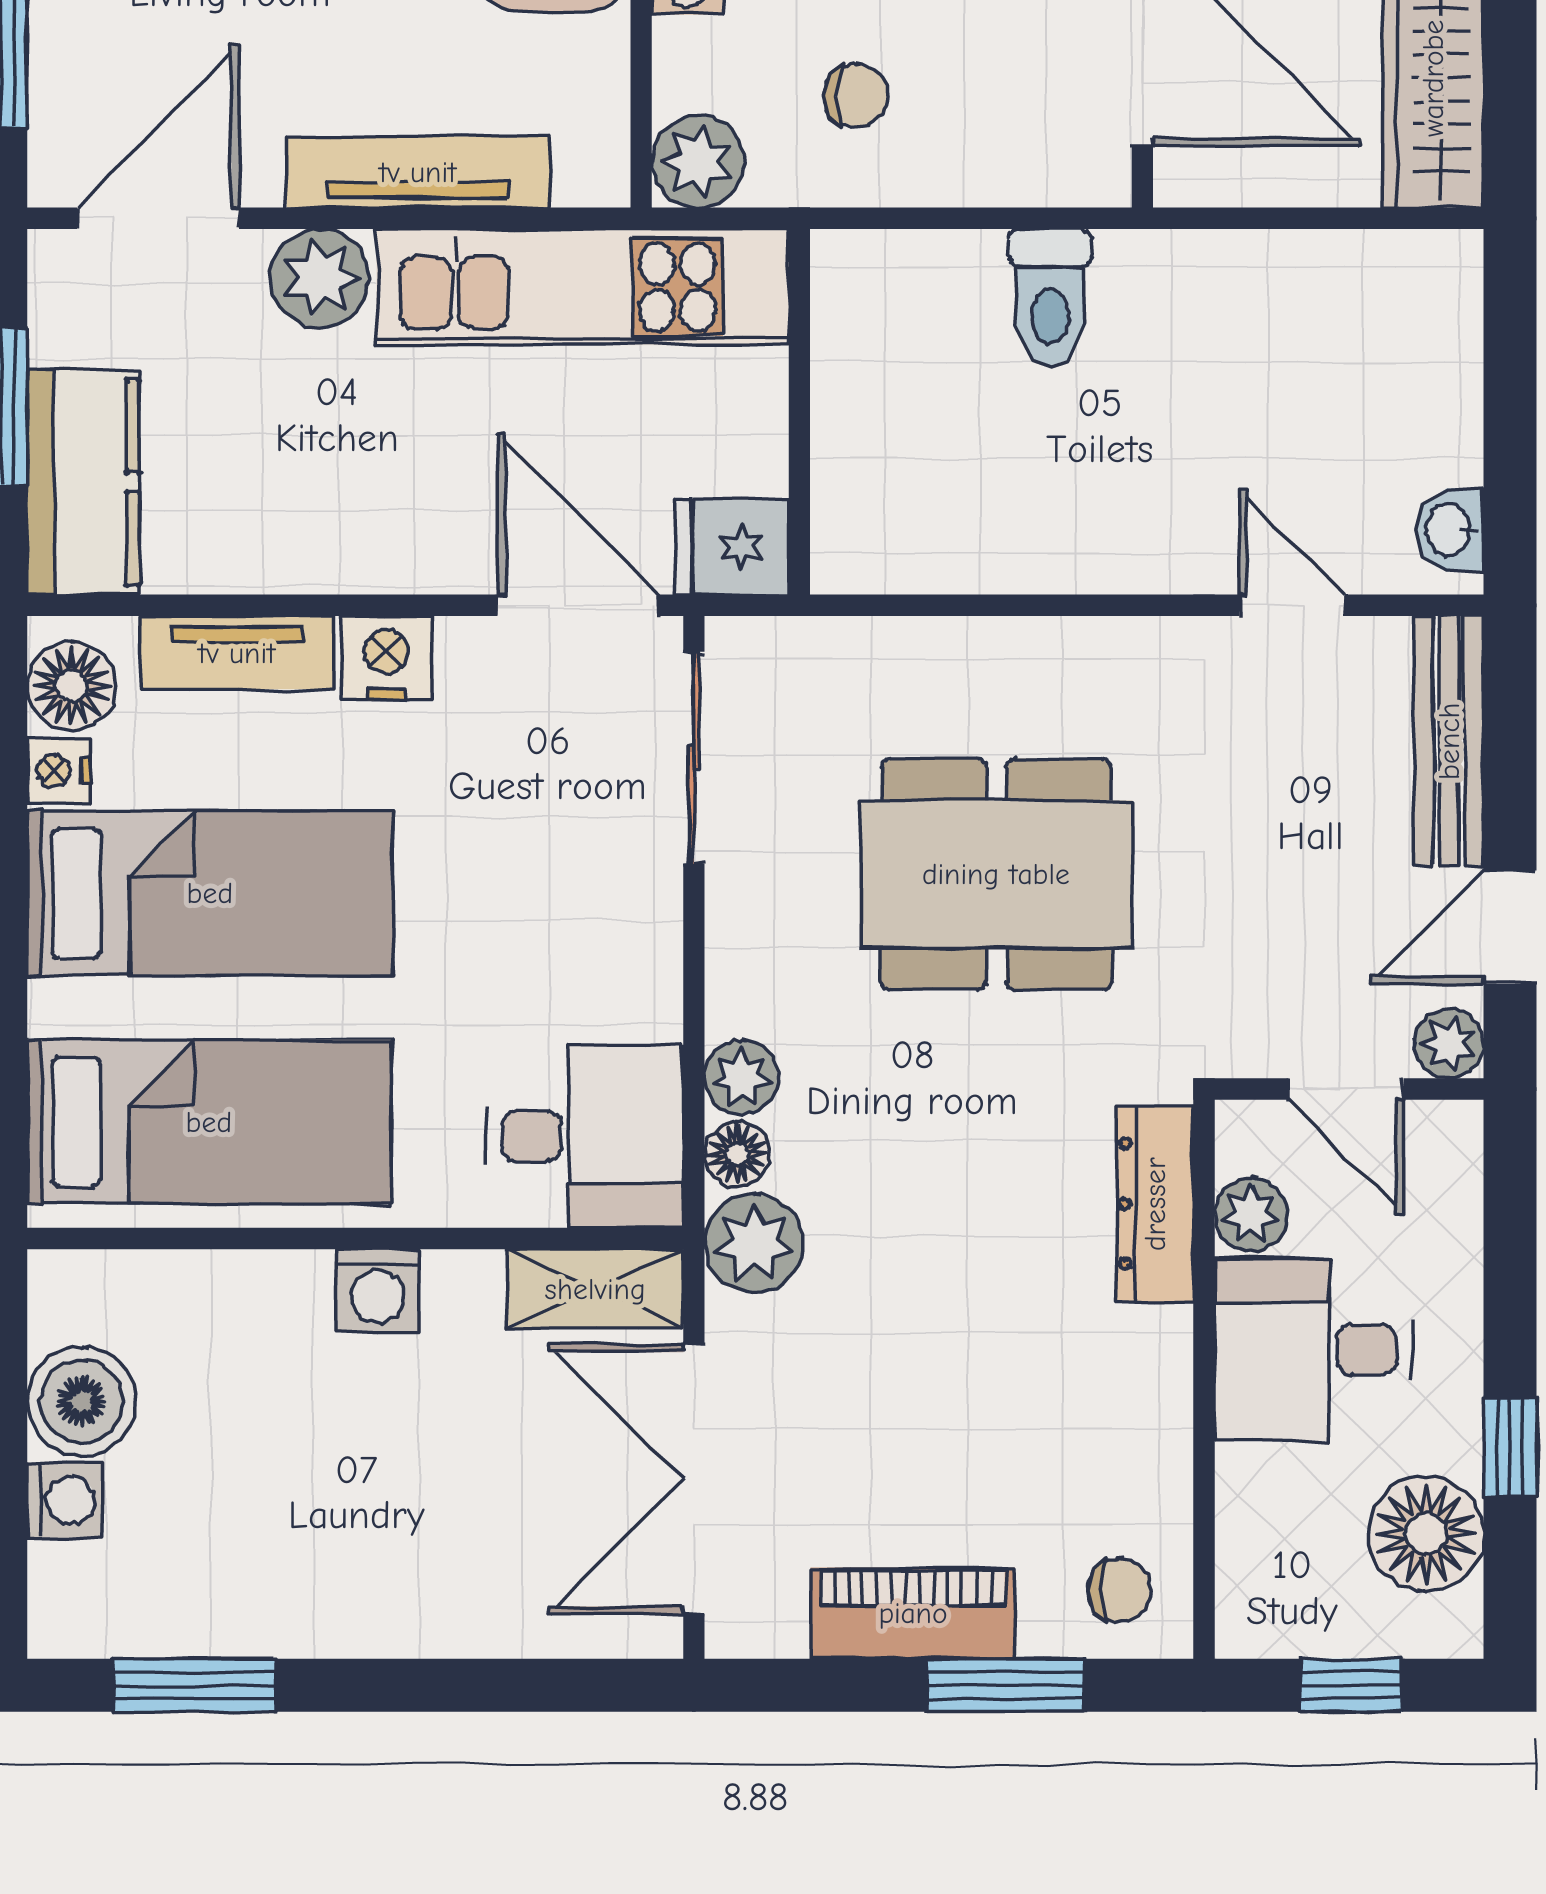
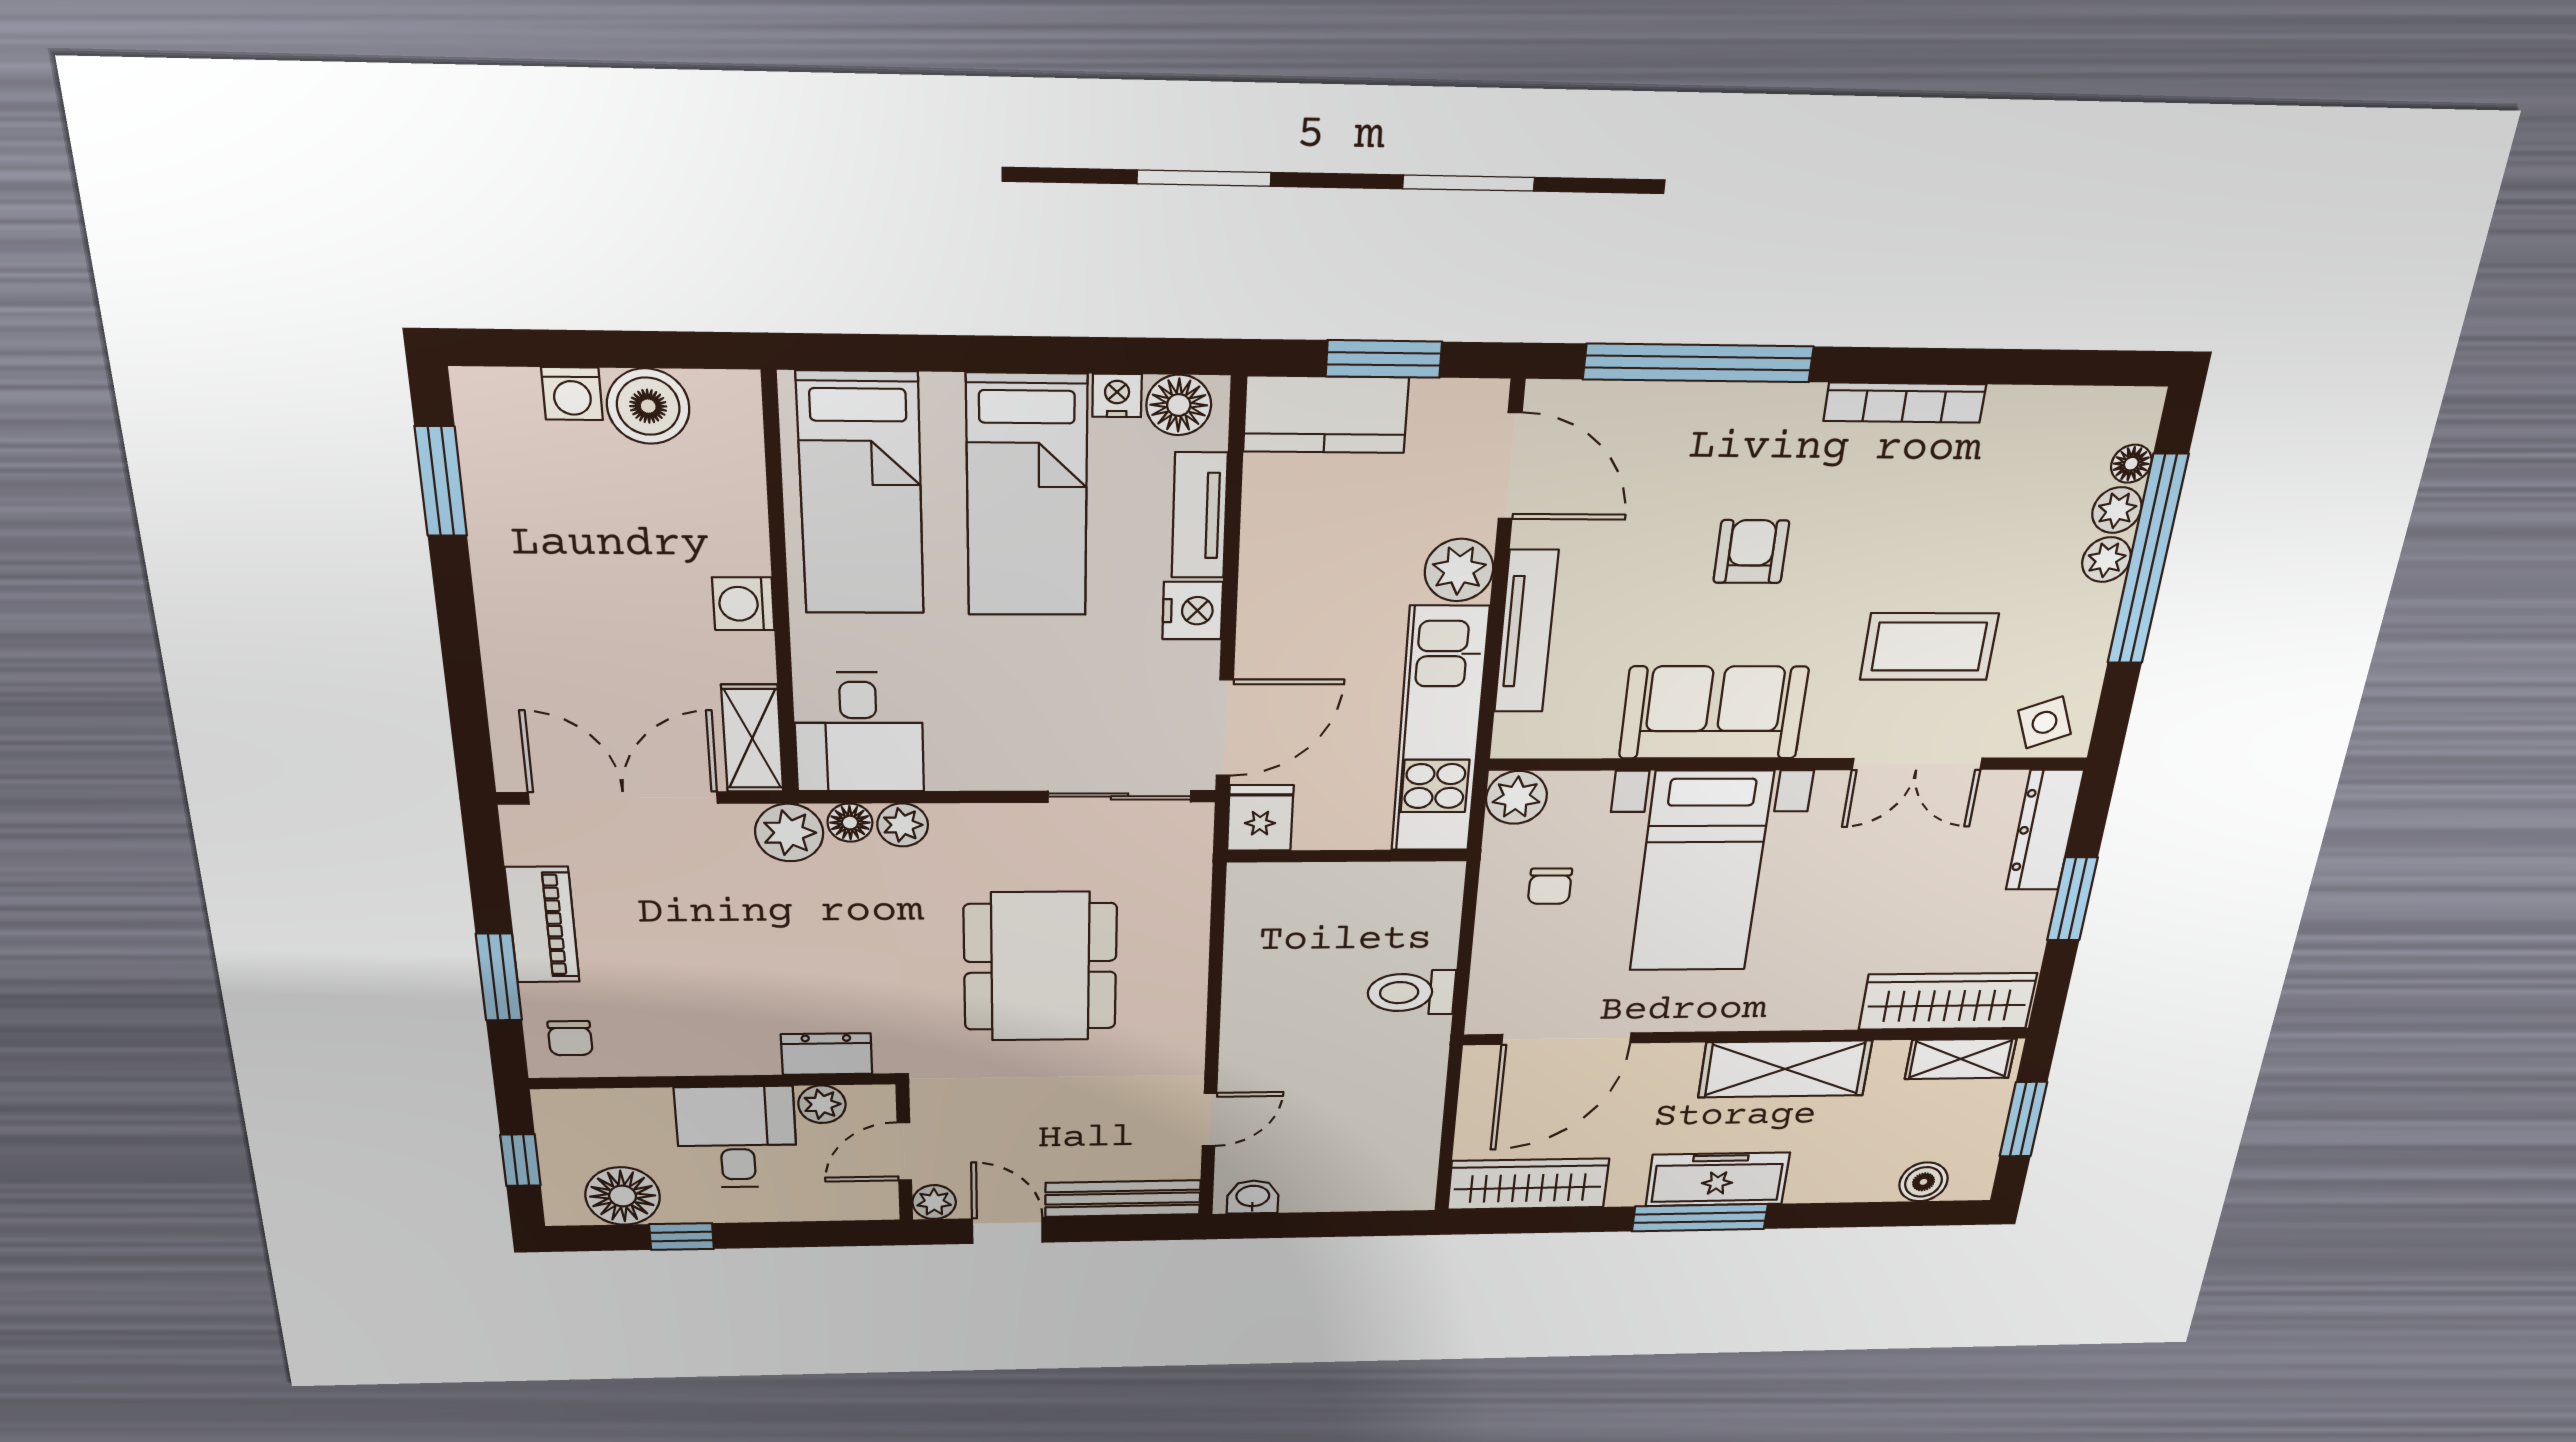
dresser: (1155, 1204) -> (827, 1054), width x0.70

